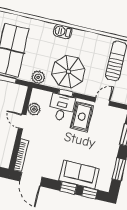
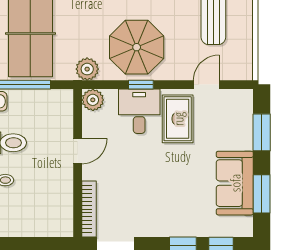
plant: (34, 109) -> (93, 100), moved
door: (22, 122) -> (78, 151), swing flipped
sofa: (79, 175) -> (235, 183), moved, turned -90

